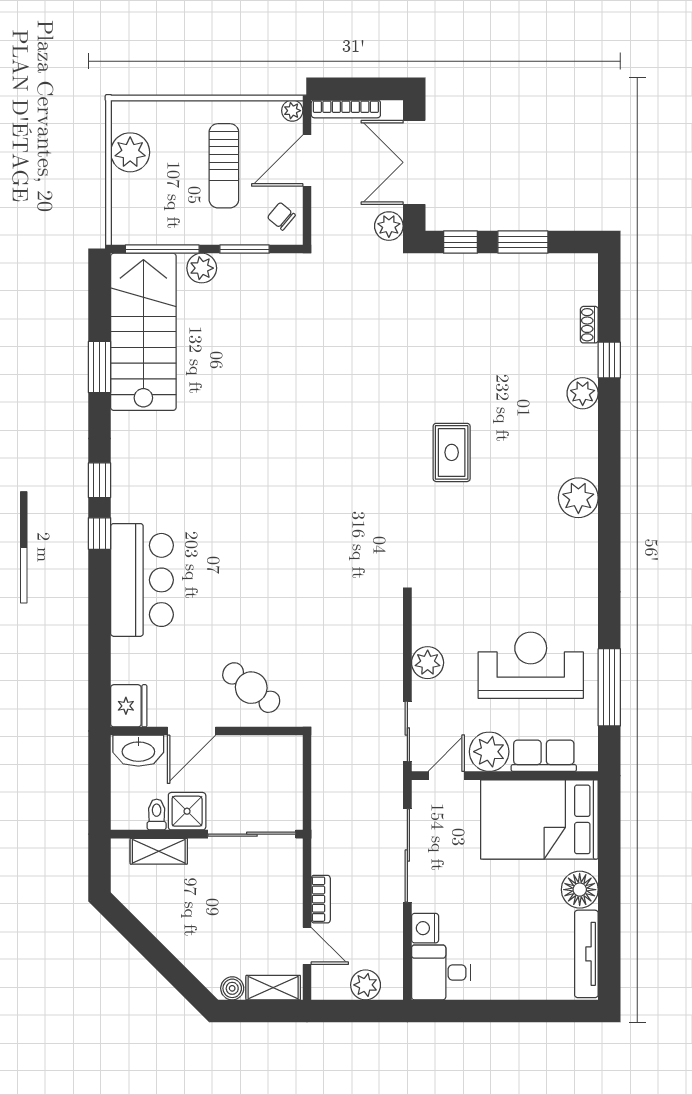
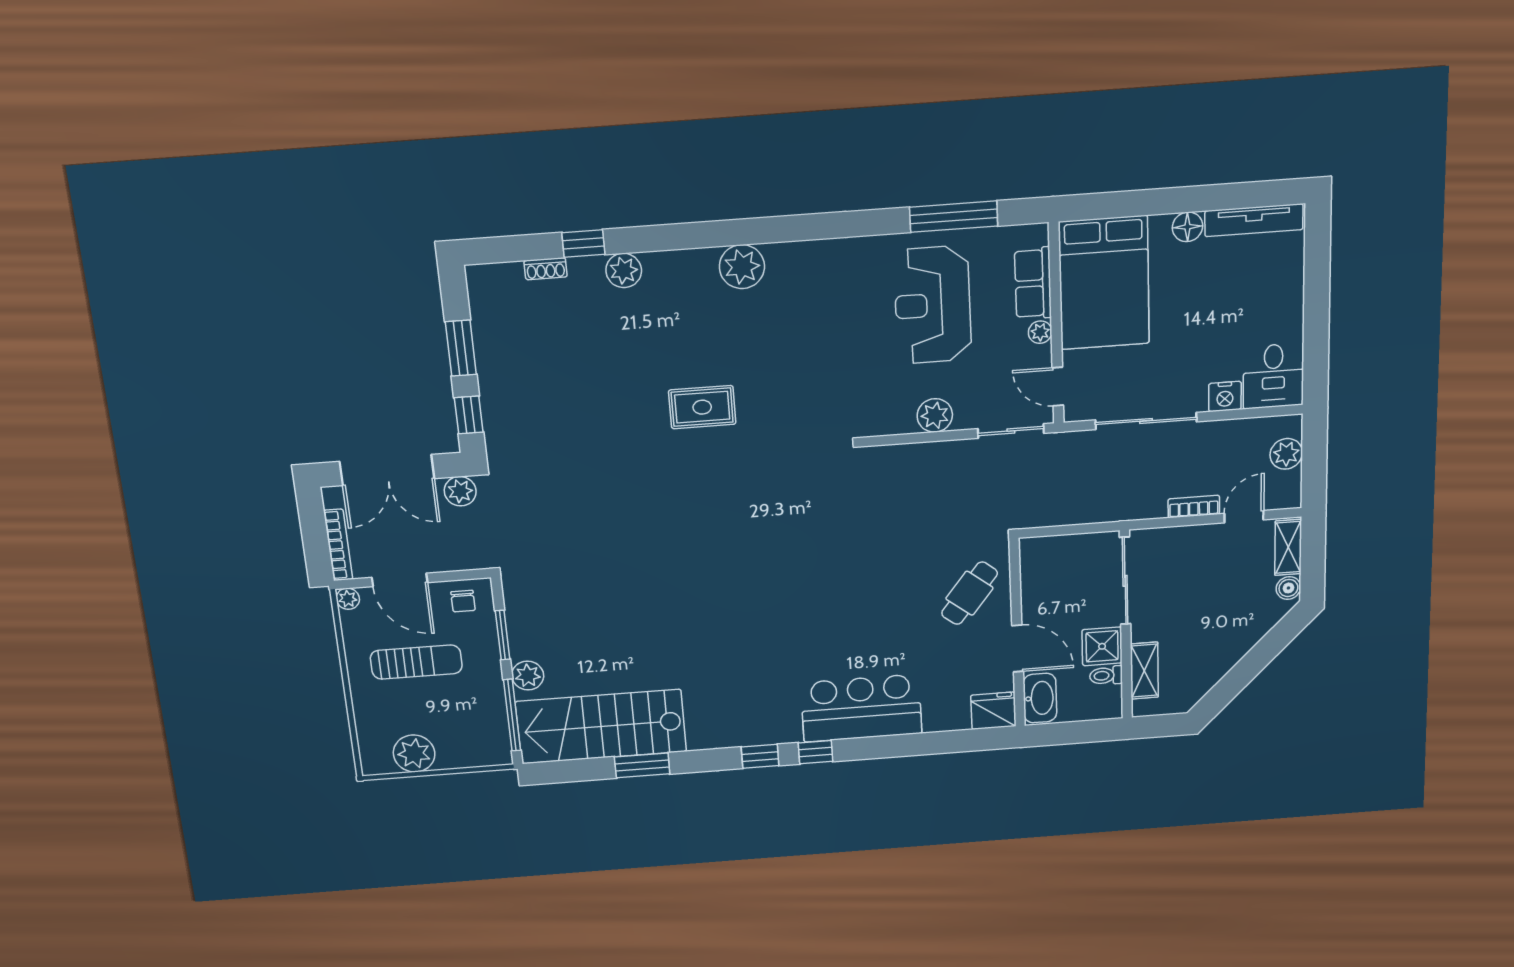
chair: (281, 216) -> (463, 601), turned -40
plant: (489, 752) -> (1040, 332), width x0.53, depth x0.53
floor lamp: (580, 890) -> (1187, 227), width x0.73, depth x0.73

